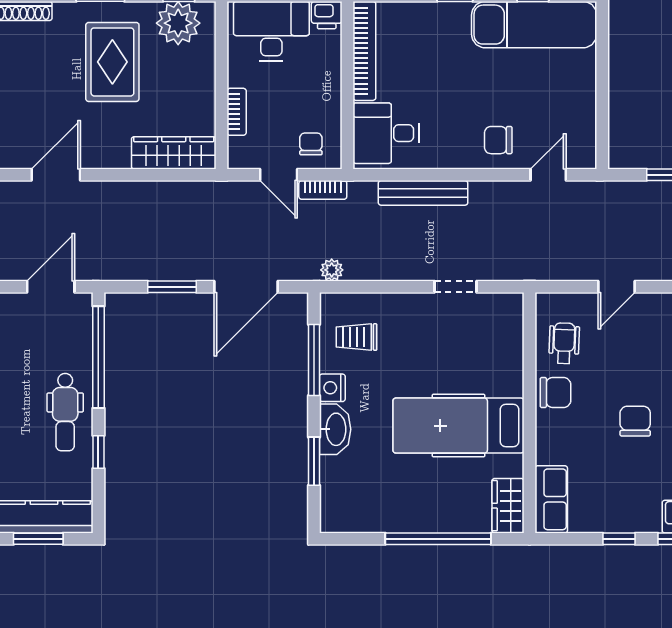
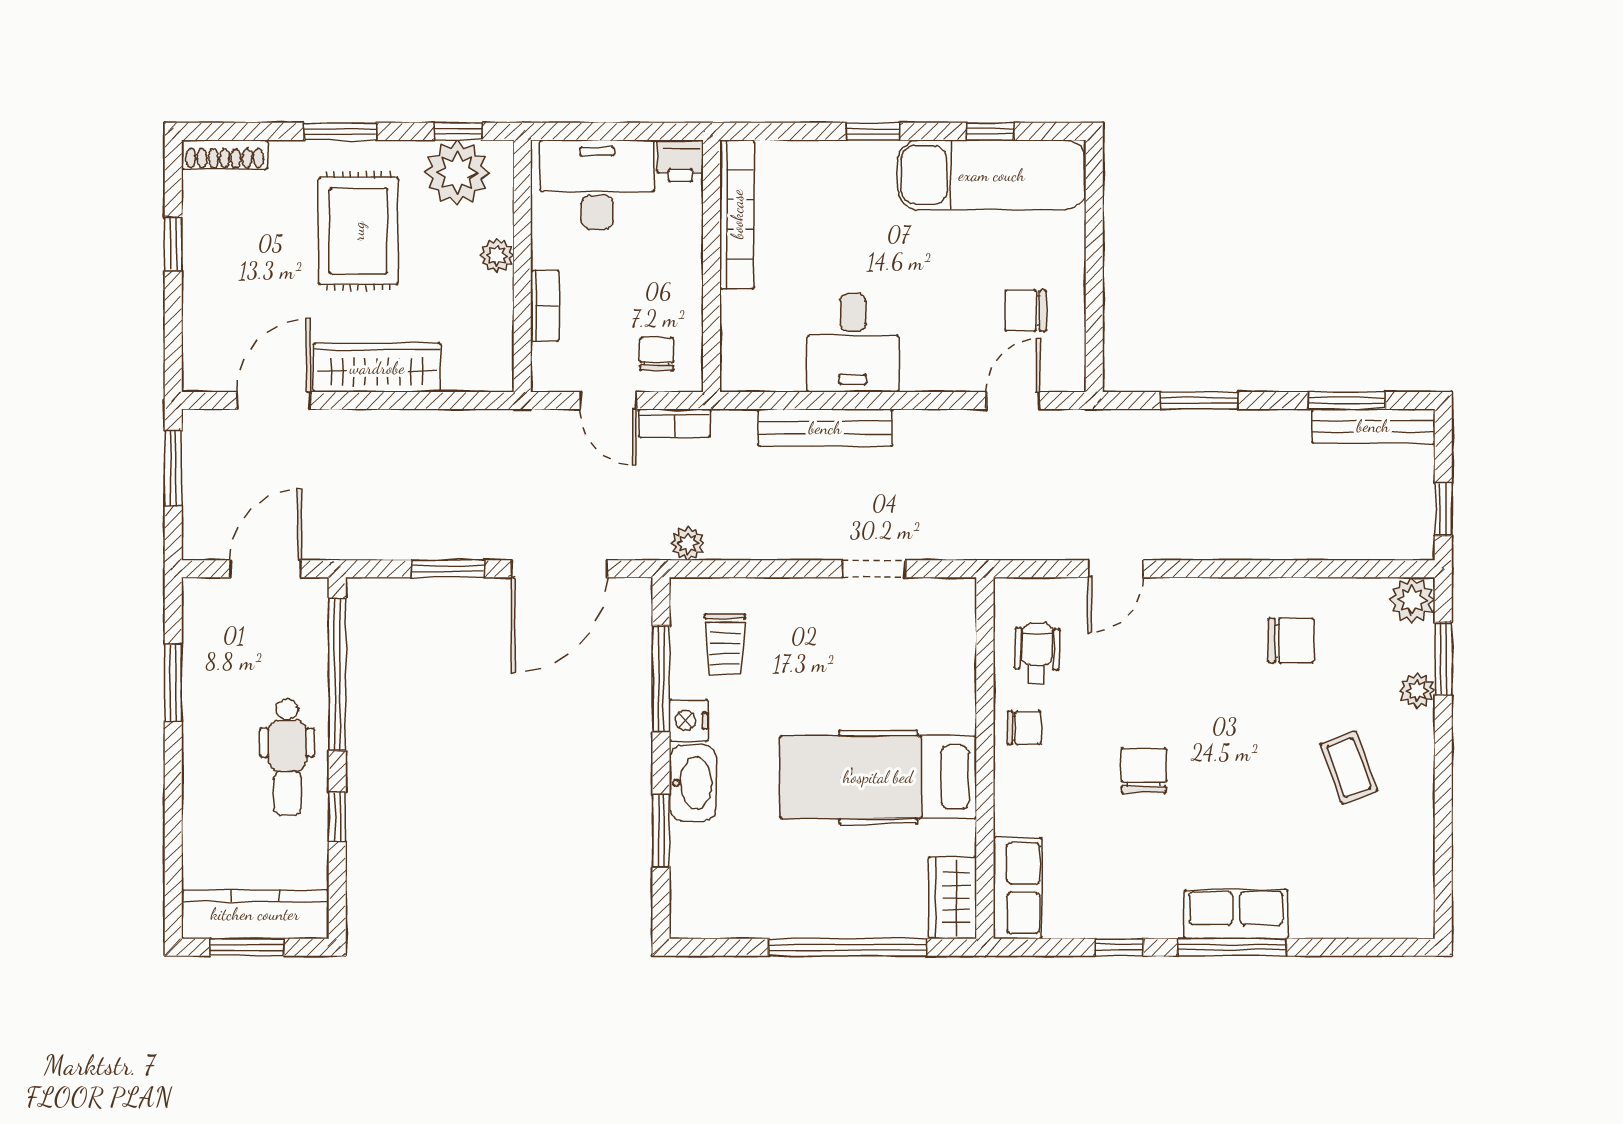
plant: (205, 78) -> (497, 255), added
desk: (386, 133) -> (853, 343), moved, turned -90
chair: (498, 140) -> (1026, 311), moved
wardrobe: (174, 153) -> (377, 368), moved
trolley: (357, 337) -> (725, 644), turned -90
chair: (555, 393) -> (1024, 728), width x0.73, depth x0.73

